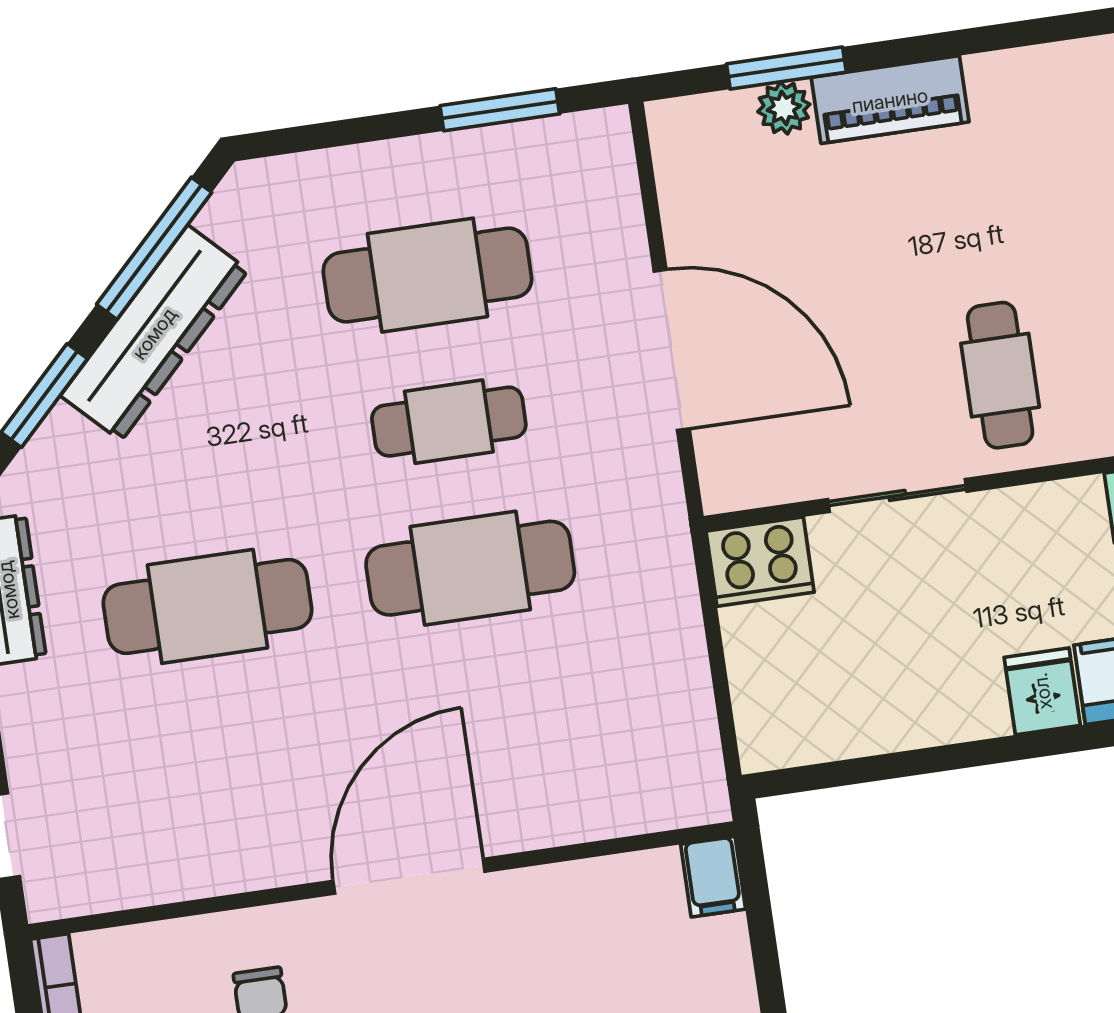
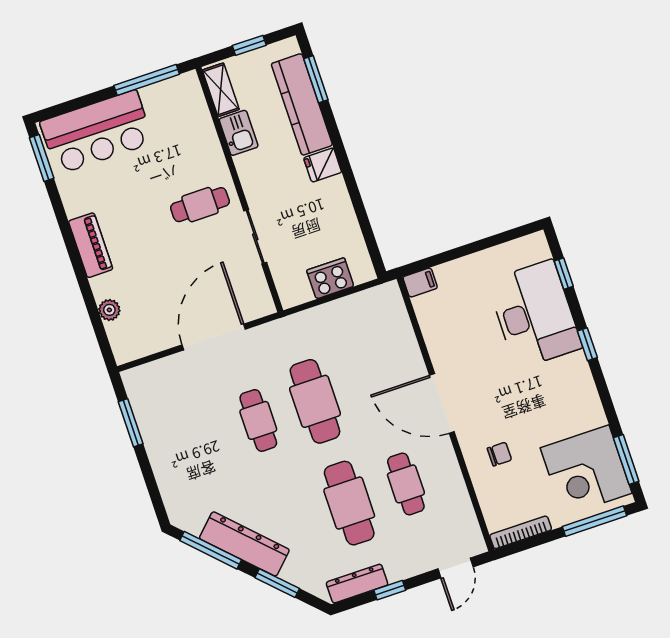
window: (786, 68) -> (93, 312), removed
piano: (890, 100) -> (91, 245), moved
cafe table: (427, 275) -> (406, 484), moved, width x0.73, depth x0.74
cooker: (760, 562) -> (330, 278), moved, turned -90

